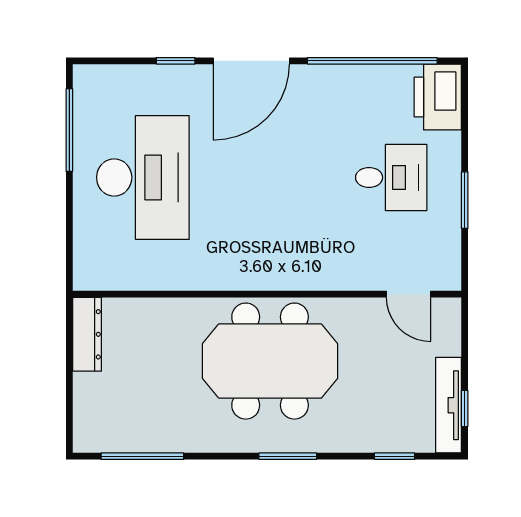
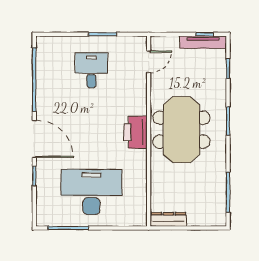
printer: (438, 97) -> (135, 132), moved, turned 90

